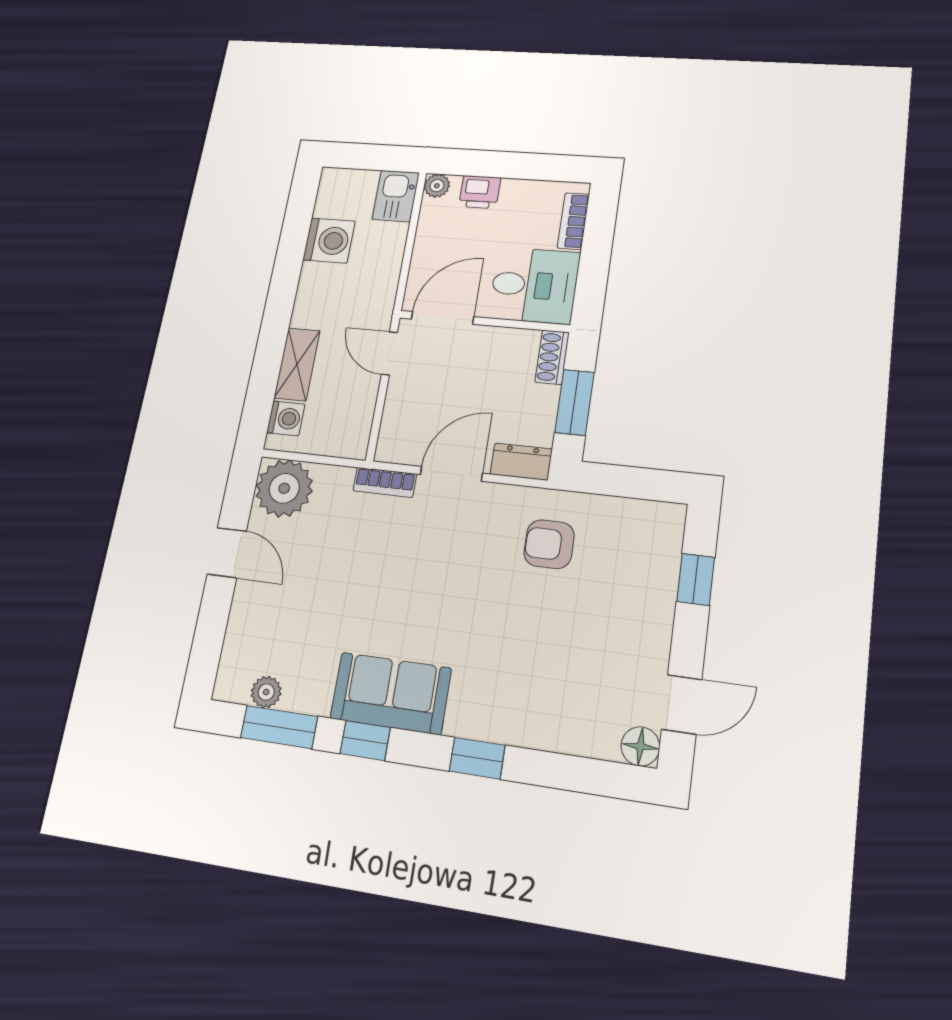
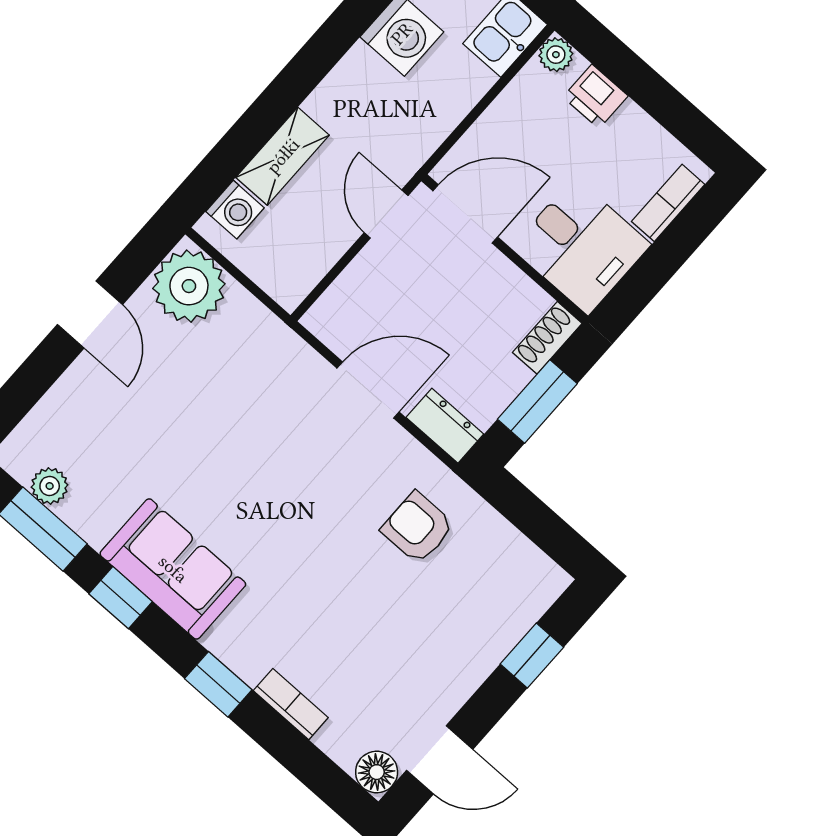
bookcase: (385, 482) -> (291, 704), moved, turned 180

